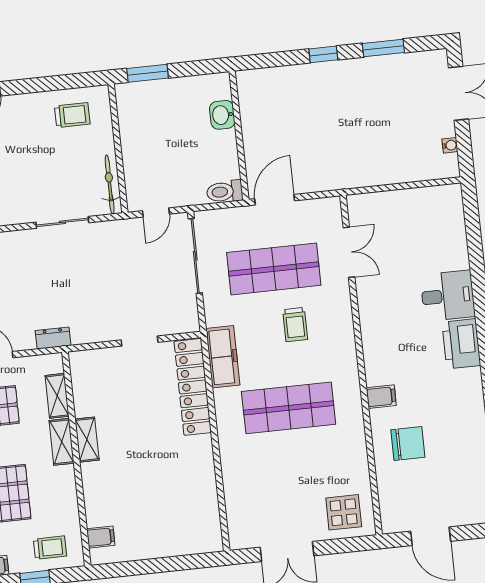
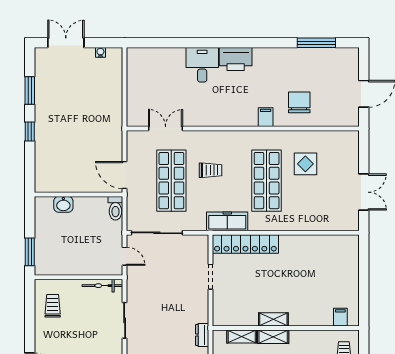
display table: (344, 512) -> (305, 164), moved

